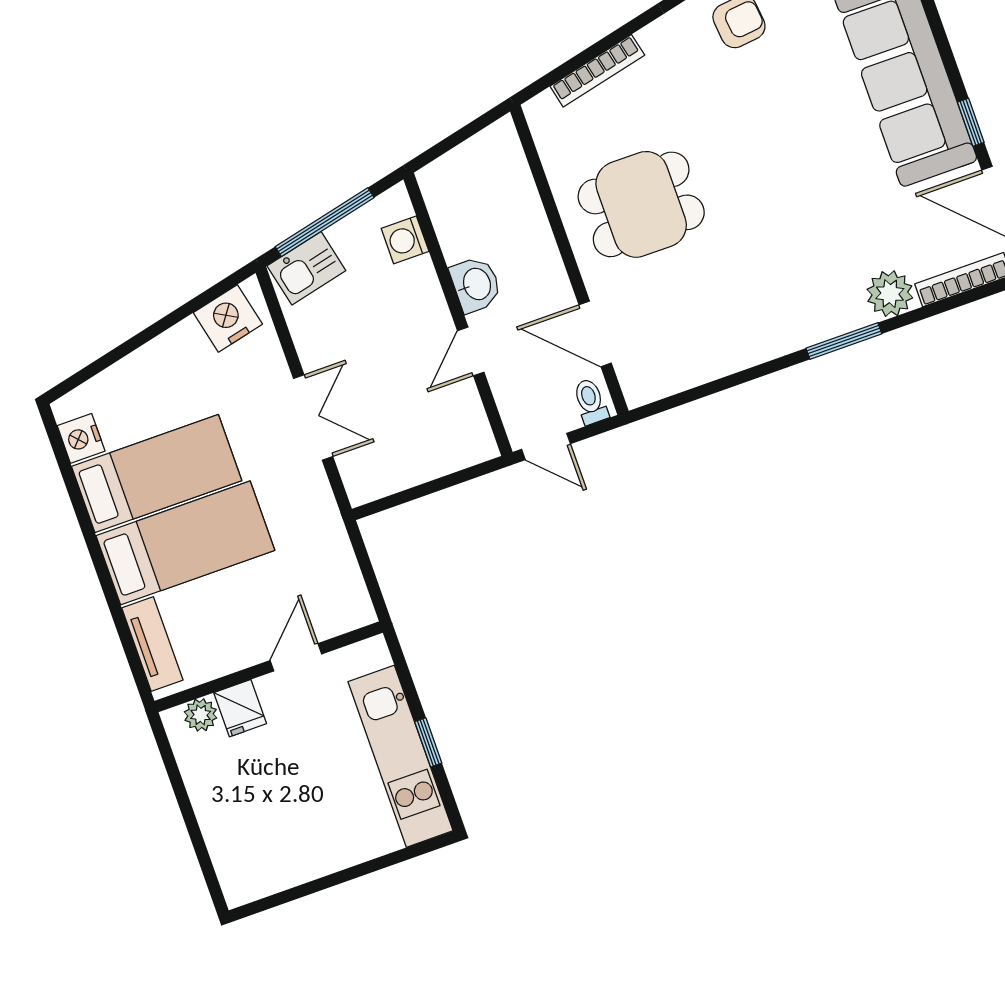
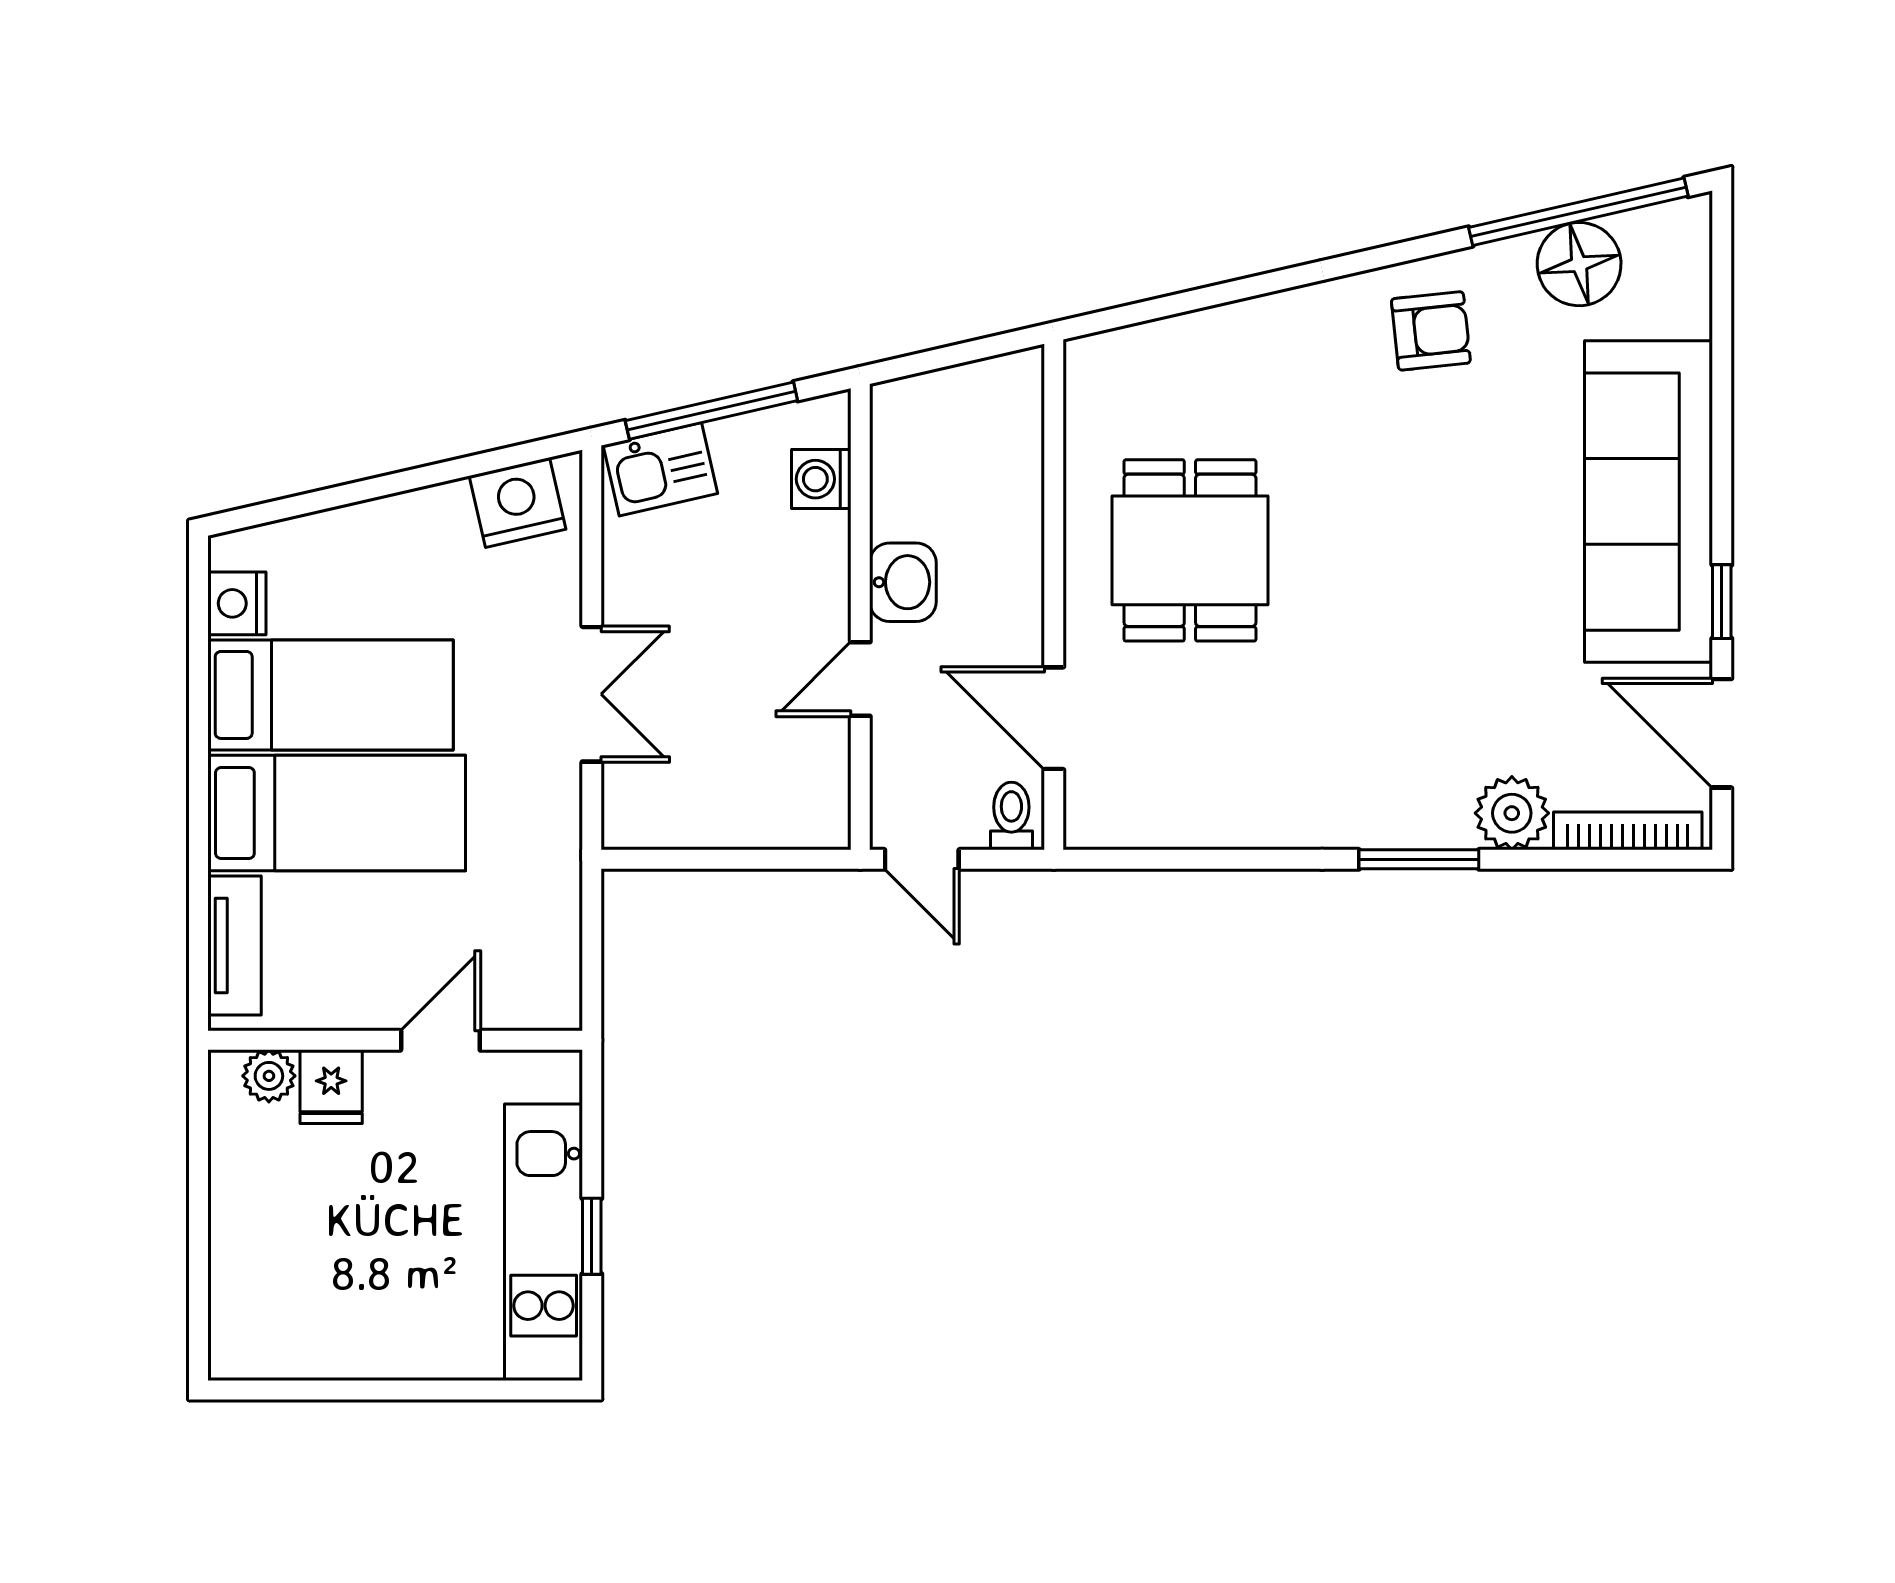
bookcase: (597, 71) -> (1195, 329), removed
dining table: (641, 204) -> (1190, 550), turned 90

